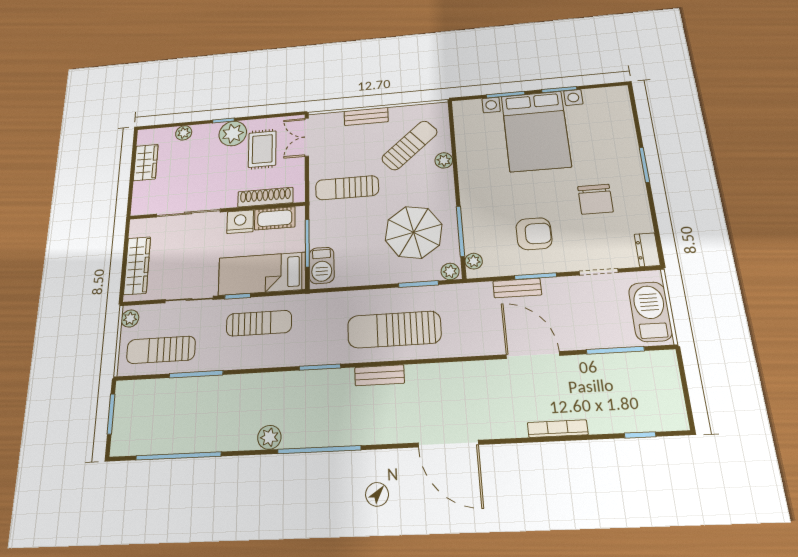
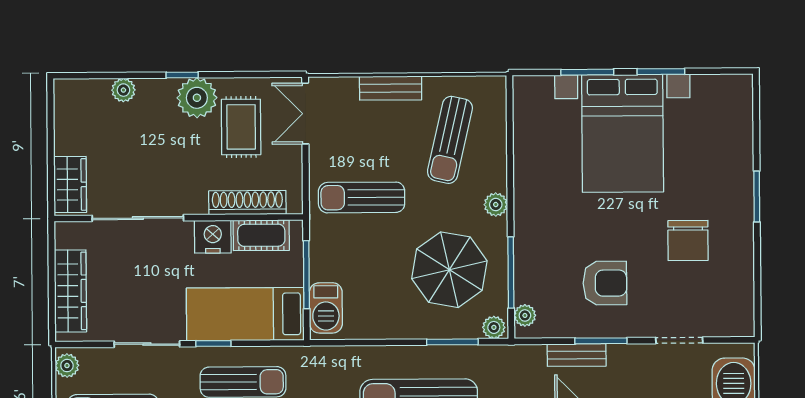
sun lounger: (410, 145) -> (450, 140), turned 144
plant: (444, 160) -> (496, 205), moved
wardrobe: (146, 162) -> (70, 185), moved
dresser: (647, 250) -> (742, 315), removed

